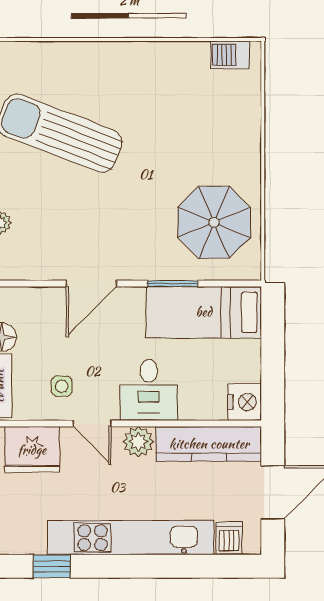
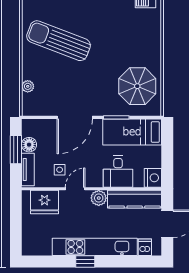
door: (91, 284) -> (75, 117), width x1.36
desk: (149, 390) -> (118, 172), moved
door: (92, 423) -> (75, 189), swing flipped
window: (52, 566) -> (85, 262), moved

